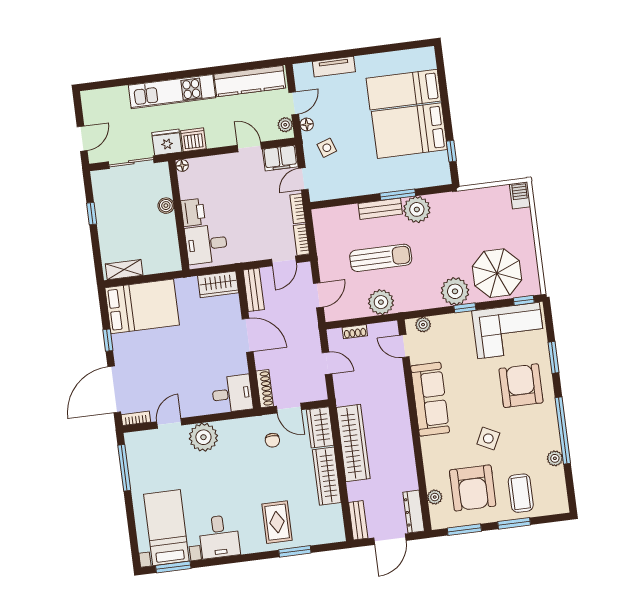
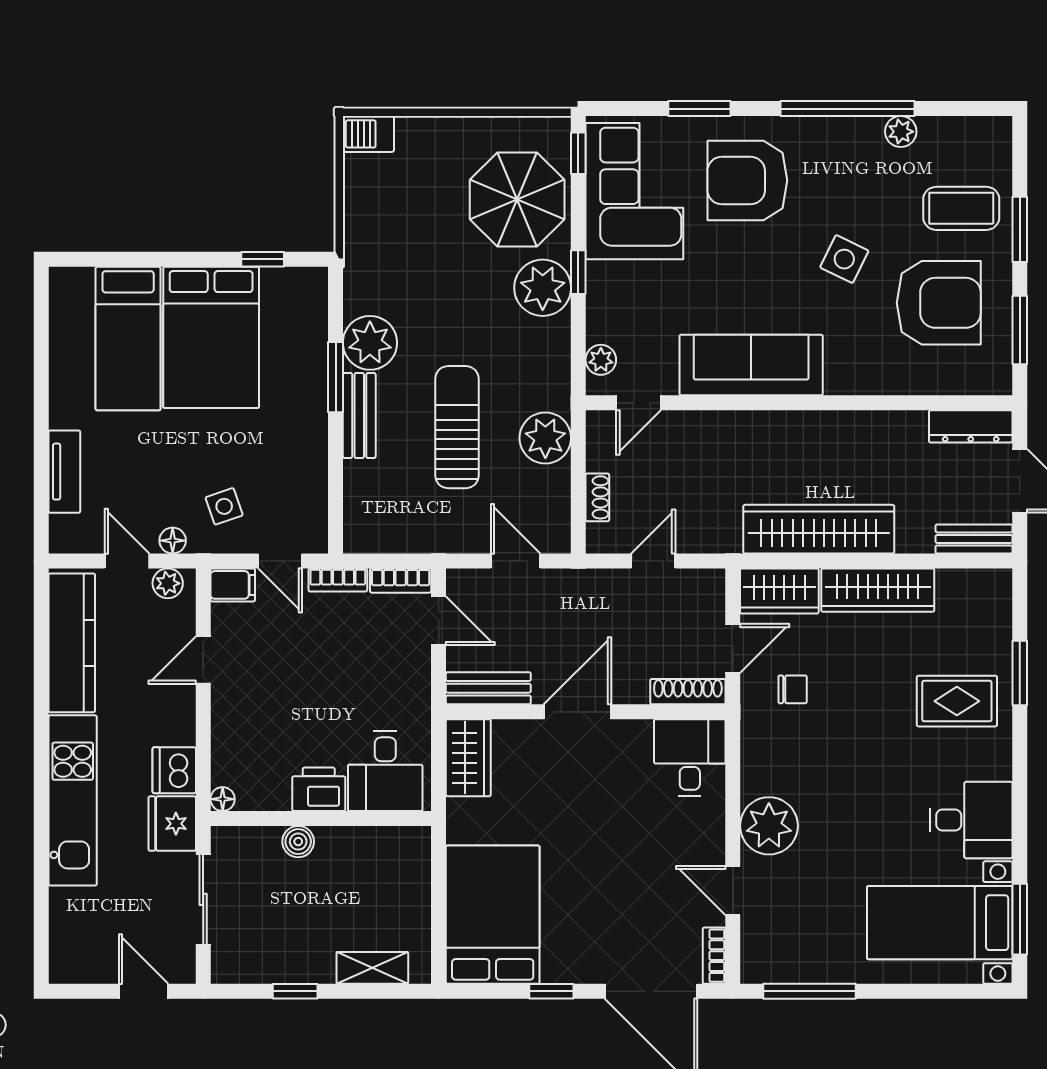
filing cabinet: (280, 158) -> (233, 585), width x0.50
shelving: (124, 270) -> (372, 968), moved, turned 90
plant: (435, 497) -> (947, 381), removed

